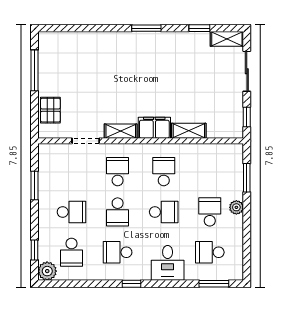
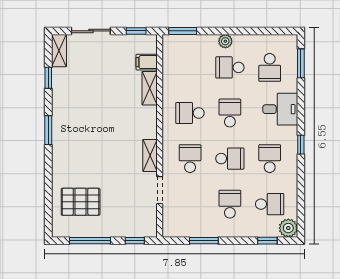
pallet: (50, 110) -> (81, 202), moved, width x1.50, depth x1.42
window: (35, 116) -> (135, 241), added
filing cabinet: (154, 128) -> (147, 62), moved, width x0.50
school desk: (118, 172) -> (190, 159), turned 90
window: (247, 178) -> (183, 31), moved
school desk: (118, 252) -> (270, 159), turned 180

